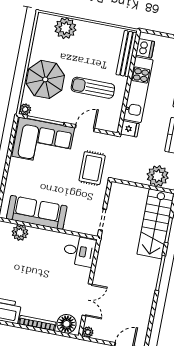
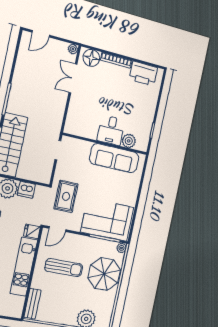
dishwasher: (145, 48) -> (26, 190), moved, turned -90
bench: (127, 54) -> (32, 304), width x0.73
door: (85, 128) -> (57, 229), moved
desk: (80, 251) -> (111, 130), moved, turned -90

